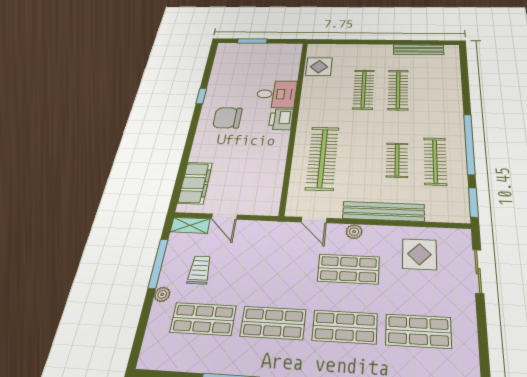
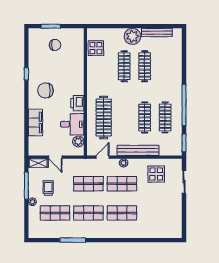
plant: (379, 54) -> (133, 36), added
chair: (255, 62) -> (55, 45), added
desk: (276, 94) -> (72, 124), moved
printer: (281, 119) -> (77, 103), moved
clothes rail: (397, 160) -> (145, 118), width x1.36
filing cabinet: (195, 183) -> (35, 122), moved
plant: (271, 193) -> (78, 141), added
door: (314, 220) -> (103, 157), swing flipped
shop shelf: (418, 331) -> (88, 184), moved

